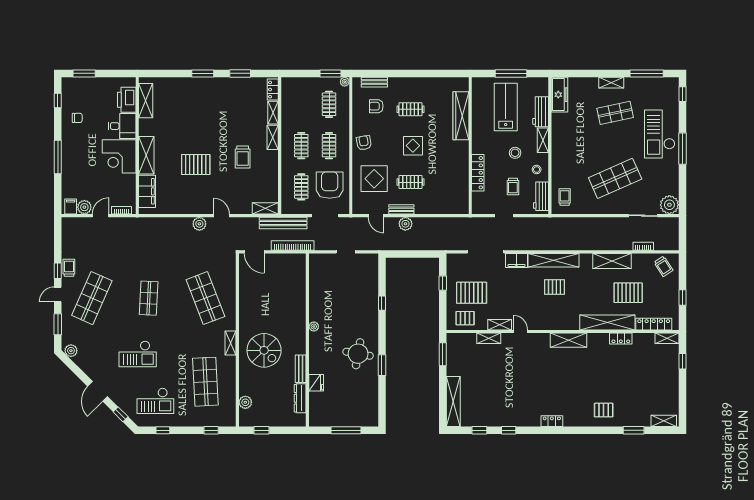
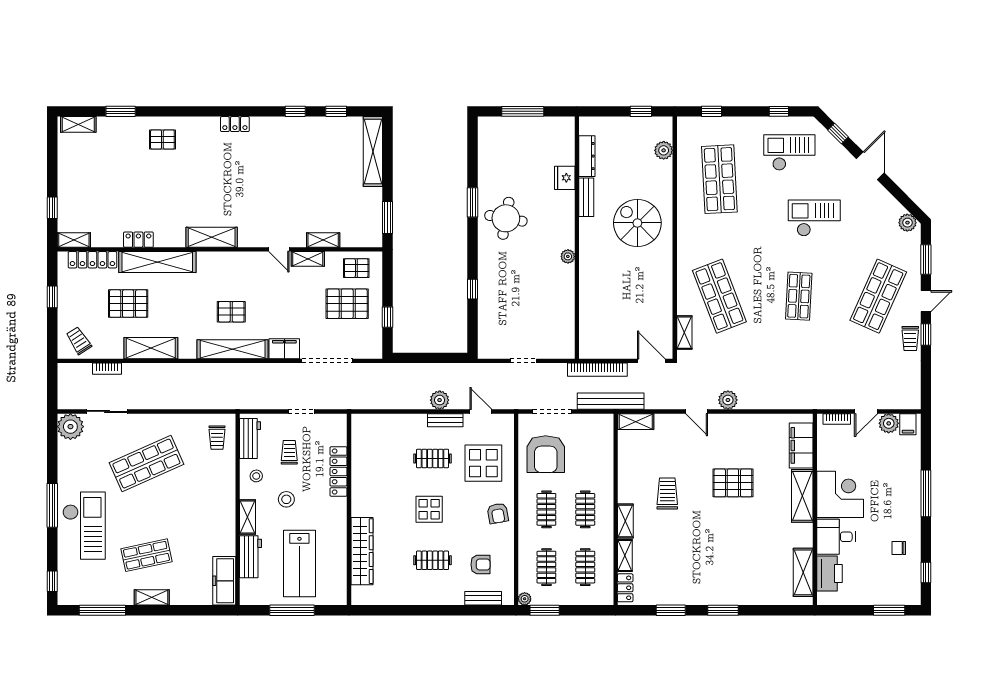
clothes rail: (301, 187) -> (585, 567), moved
shelving: (230, 343) -> (684, 333), moved

